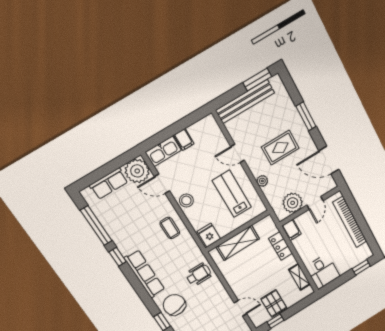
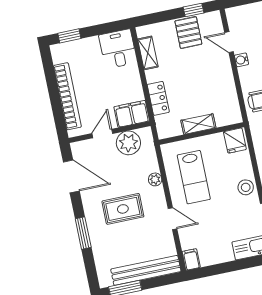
filing cabinet: (184, 139) -> (191, 259), moved
filing cabinet: (292, 230) -> (132, 114), width x2.00
shelving: (238, 243) -> (198, 124), width x0.67, depth x0.75
water cooler: (226, 299) -> (241, 60), added

